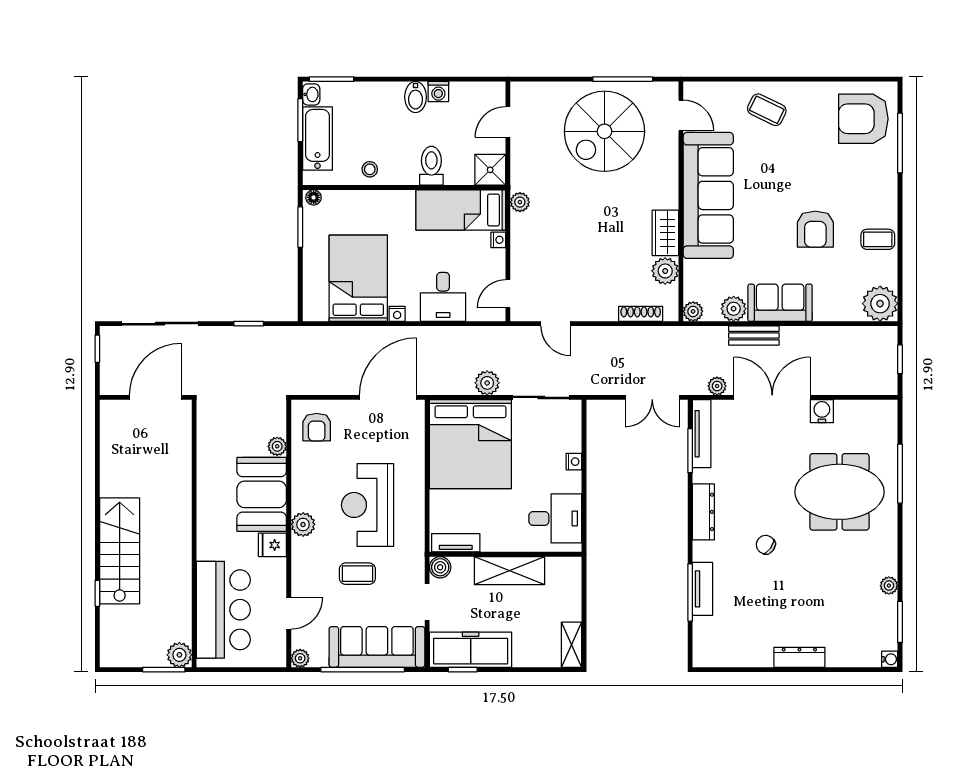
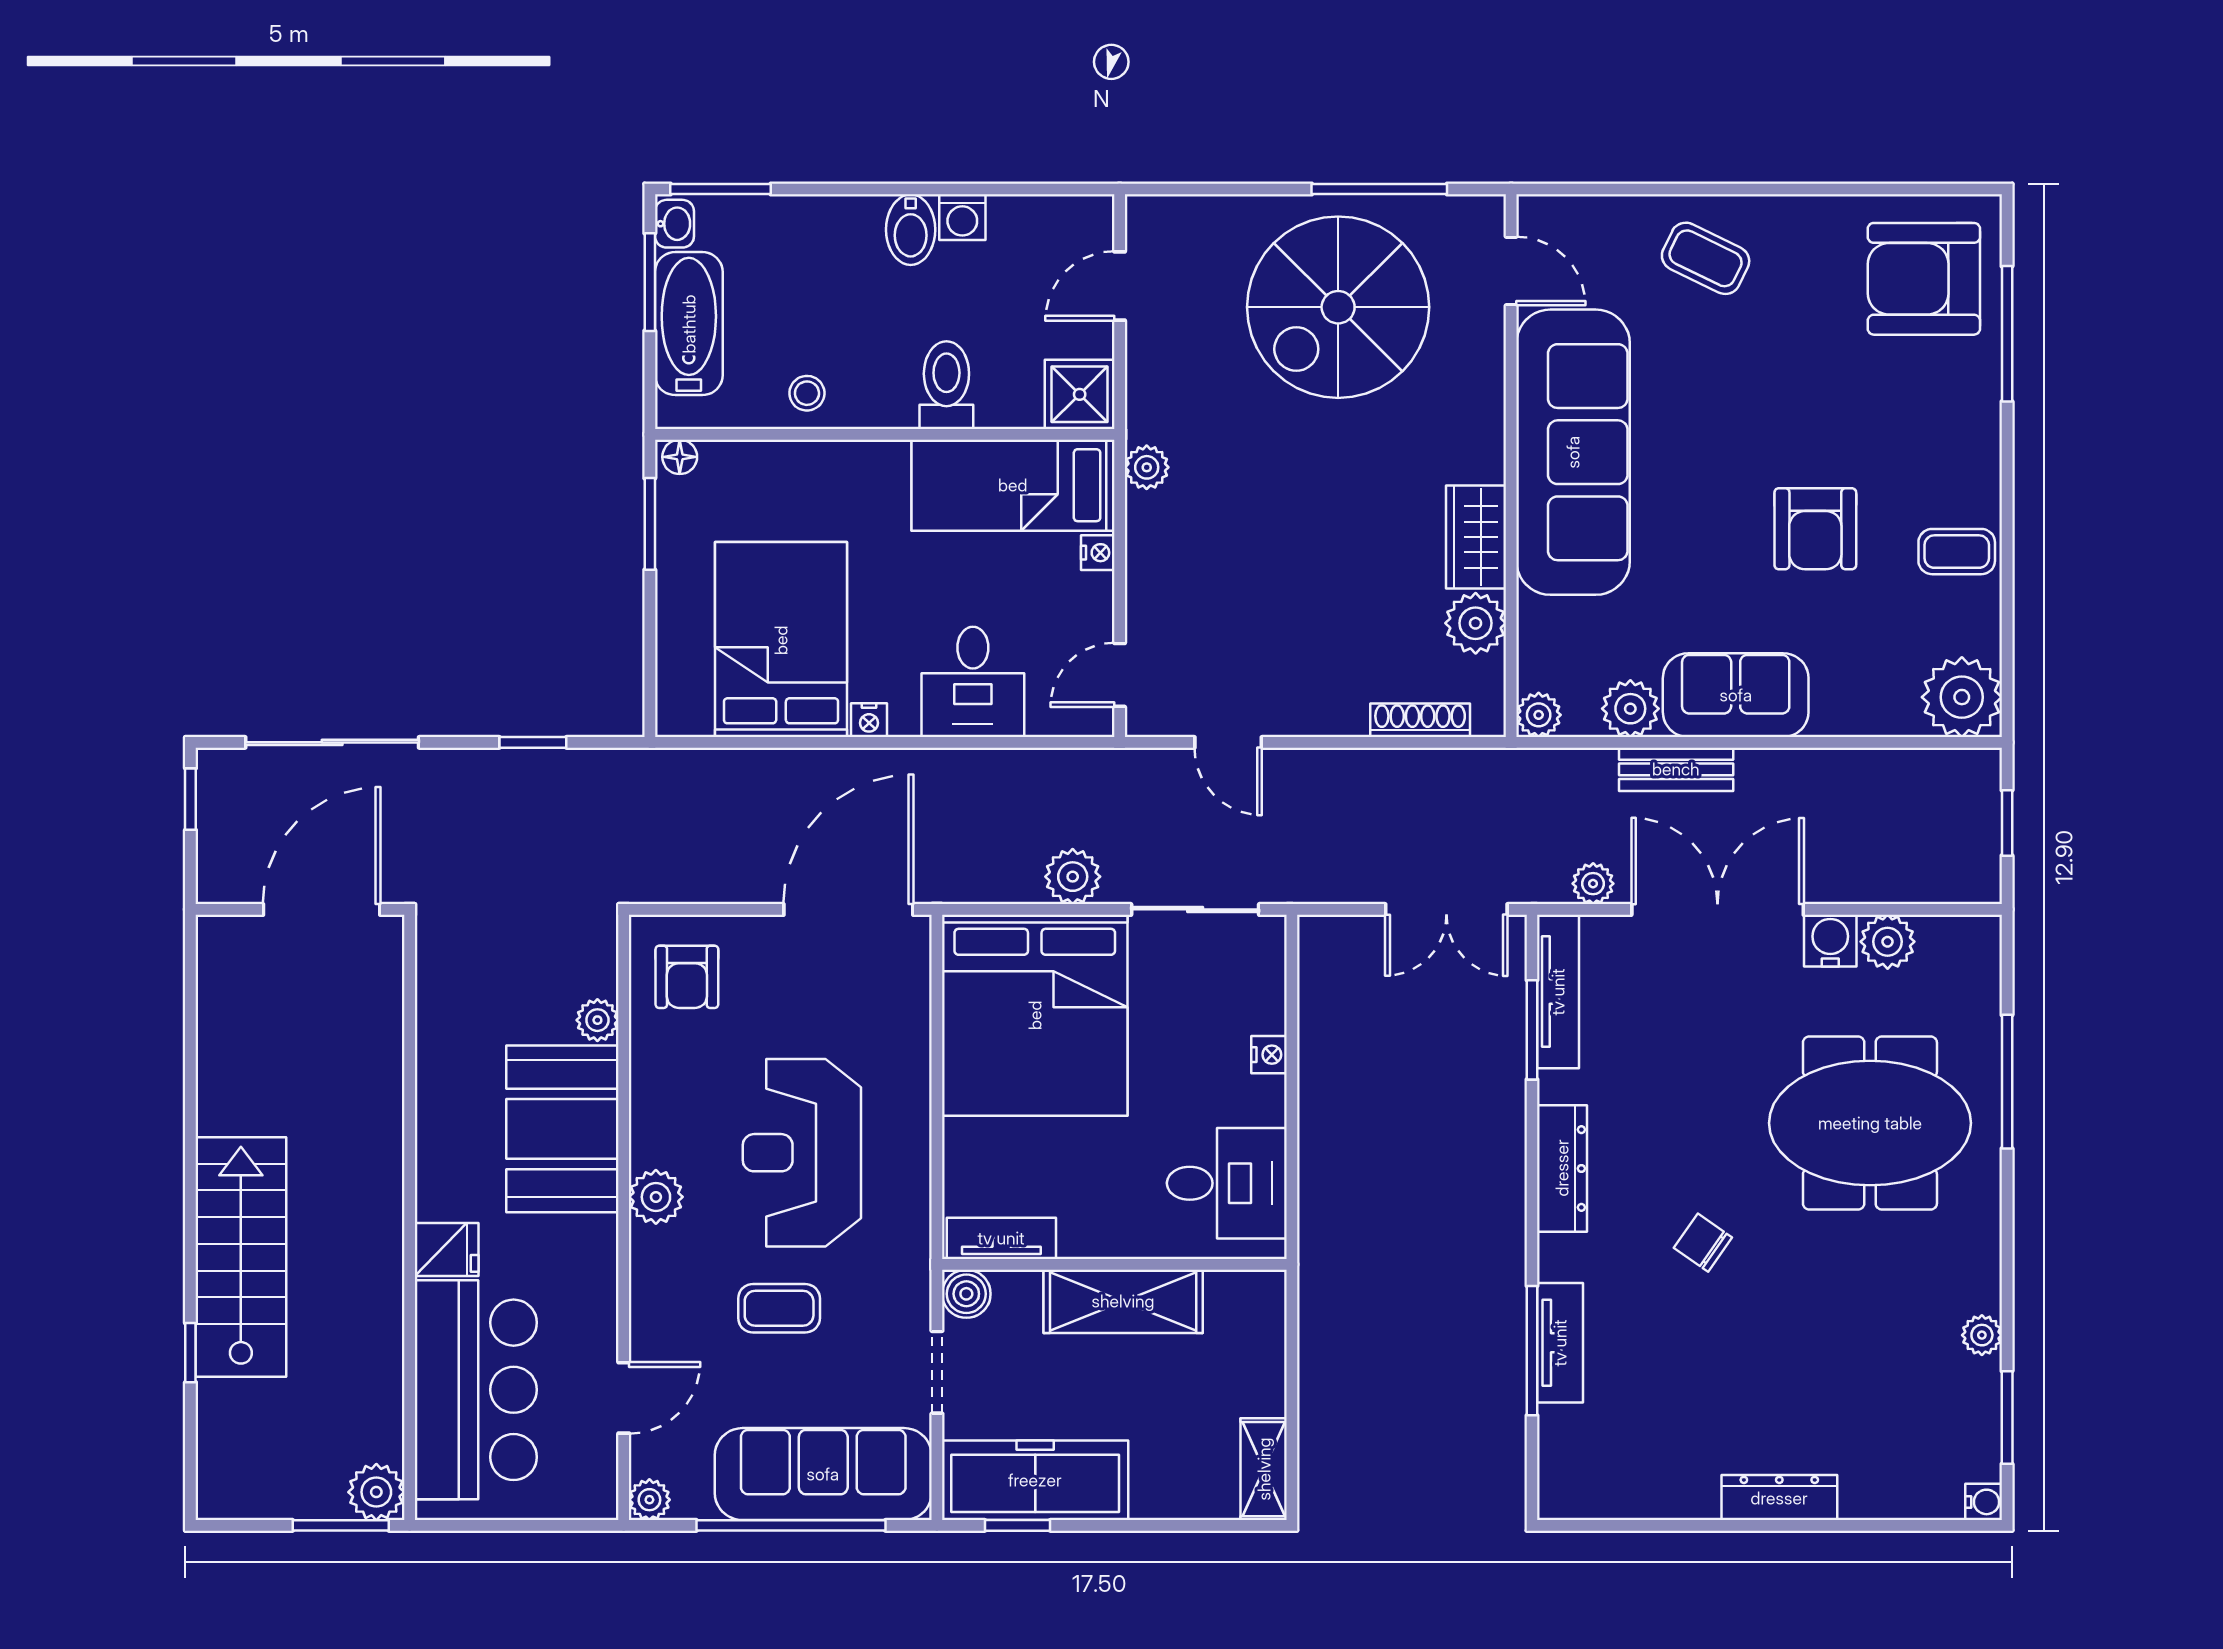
plant: (847, 412) -> (1888, 942), added
fridge: (272, 545) -> (447, 1249), moved, turned 180

